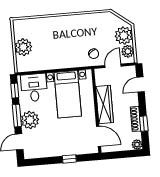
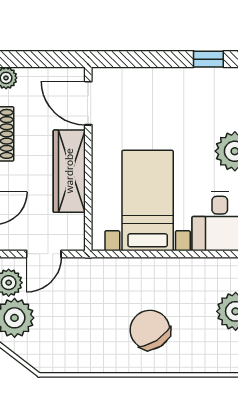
chair: (94, 54) -> (150, 330), moved, width x1.87, depth x1.87
window: (69, 159) -> (208, 59), moved

